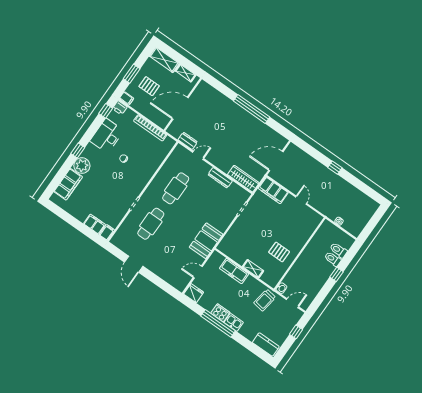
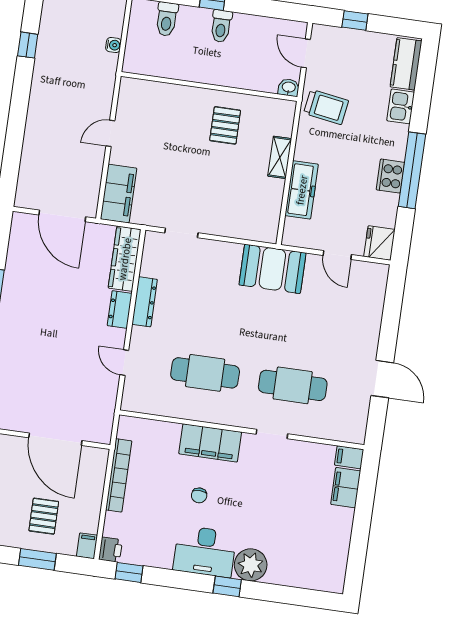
desk: (107, 136) -> (205, 551), moved
dresser: (188, 141) -> (120, 309), moved
window: (335, 168) -> (28, 45), moved
filing cabinet: (68, 184) -> (210, 443), moved, turned 180
toilet: (333, 259) -> (221, 26), moved
door: (134, 264) -> (382, 379), hinge flipped
kitchen sink: (234, 322) -> (401, 106), moved

